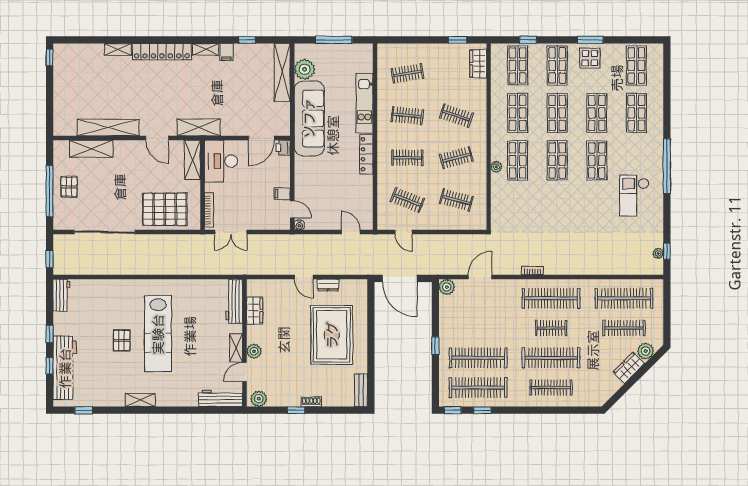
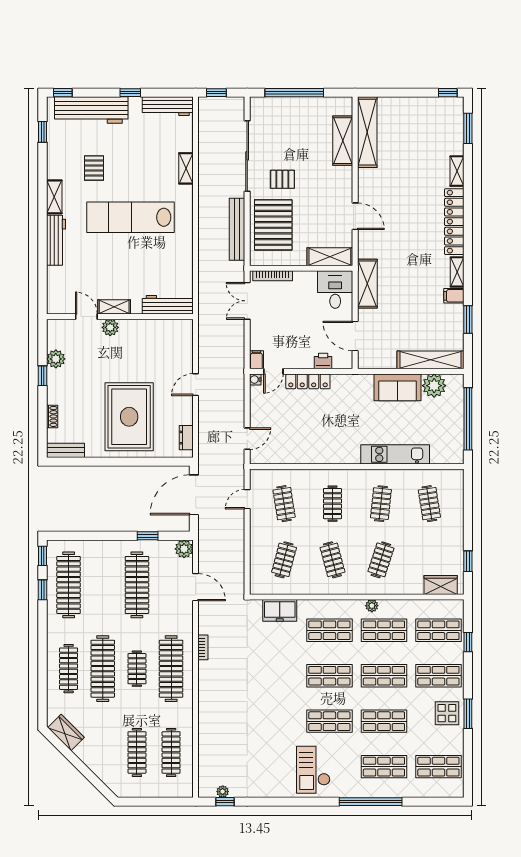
window: (81, 40) -> (468, 128), added
window: (247, 40) -> (468, 320), width x1.50
window: (334, 40) -> (468, 419), width x1.46
sofa: (309, 118) -> (398, 387), width x0.54, depth x0.79
shelving: (199, 127) -> (367, 284), moved
shelving: (108, 128) -> (367, 132), moved
door: (157, 138) -> (355, 216), swing flipped
printer: (283, 148) -> (323, 361), moved
locker: (366, 154) -> (308, 381), moved, turned 180
desk: (221, 161) -> (335, 290), width x0.73
window: (667, 166) -> (371, 802), moved
plant: (496, 167) -> (372, 606), moved
pallet: (69, 187) -> (282, 179), moved
filing cabinet: (282, 194) -> (256, 360), moved
checkout: (634, 196) -> (313, 770), moved, turned -90
clothes rail: (407, 200) -> (284, 504), turned -30
freezer: (500, 204) -> (280, 610), added
bench: (168, 241) -> (237, 229), added
shelving: (115, 285) -> (186, 168), added
dresser: (328, 285) -> (186, 438), moved
workbench: (61, 295) -> (168, 106), width x1.37
clothes rail: (624, 298) -> (171, 752), width x0.73, depth x0.76
wardrobe: (255, 311) -> (157, 328), removed
rug: (332, 335) -> (129, 417), turned 90
pallet: (122, 340) -> (94, 168), moved, turned 90
window: (435, 346) -> (148, 536), moved
plant: (646, 351) -> (110, 777), removed
clothes rail: (478, 358) -> (137, 585), moved
window: (50, 366) -> (63, 93), moved
wardrobe: (629, 368) -> (66, 732), moved
workbench: (221, 399) -> (56, 240), moved
plant: (259, 399) -> (56, 359), moved
shoe rack: (311, 402) -> (52, 416), moved

